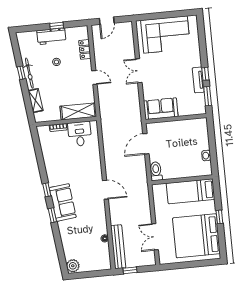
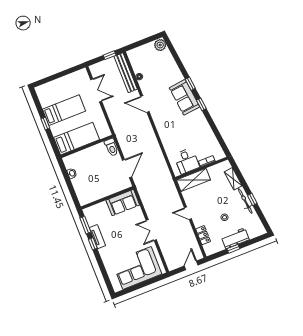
double door: (139, 71) -> (151, 230), swing flipped
door: (105, 190) -> (145, 104), moved
bed: (196, 236) -> (64, 110), width x0.49

